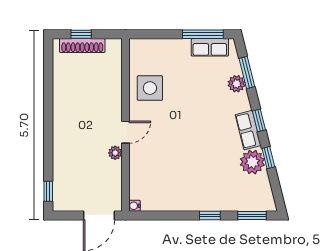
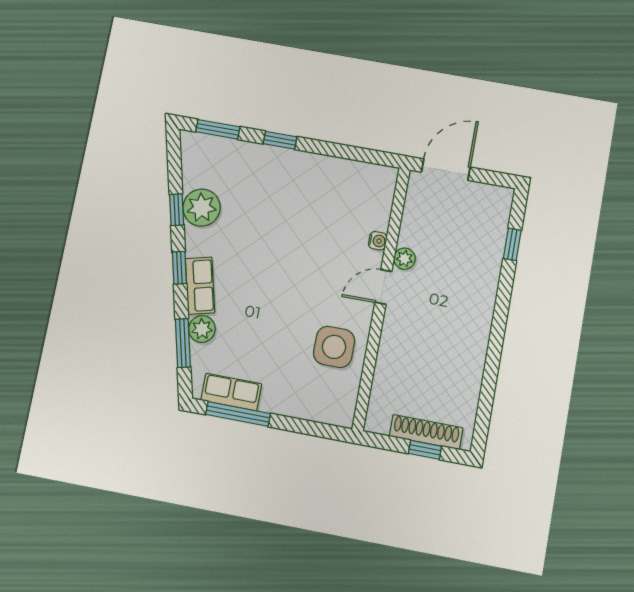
row of seats: (248, 130) -> (200, 286), moved
window: (48, 191) -> (512, 244), moved
water cooler: (134, 206) -> (378, 241), moved

